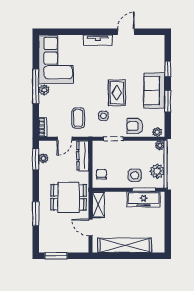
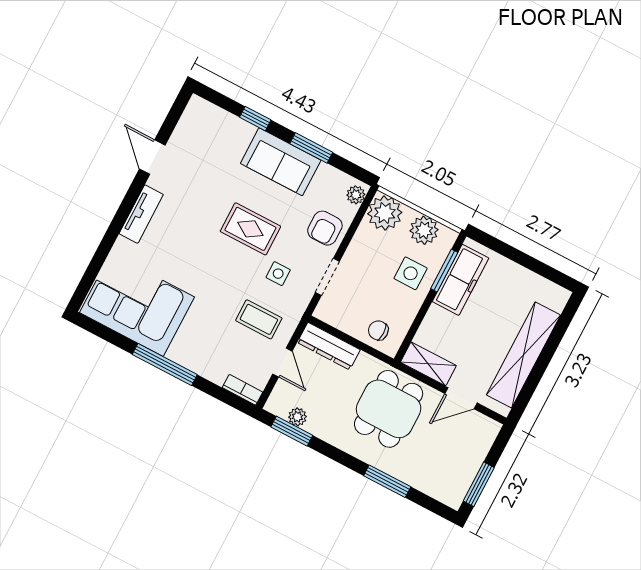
plant: (44, 90) -> (179, 353), removed
plant: (160, 145) -> (385, 213), width x1.88, depth x1.88

